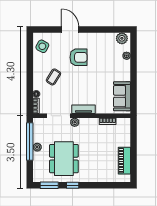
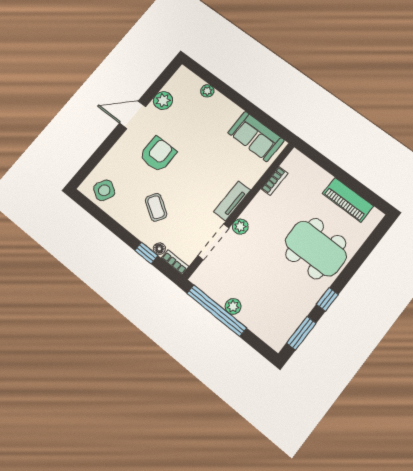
door: (70, 30) -> (133, 115), moved
plant: (122, 38) -> (163, 100), moved
window: (30, 90) -> (146, 253), added
dining table: (64, 159) -> (316, 248), moved

